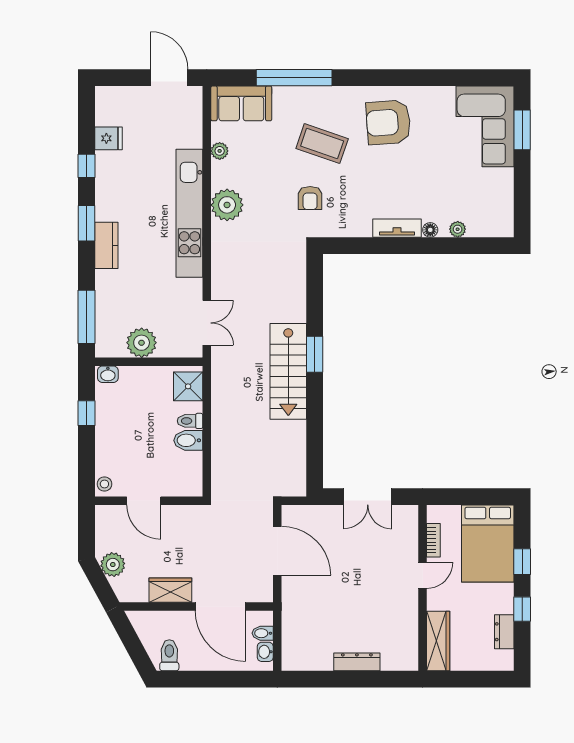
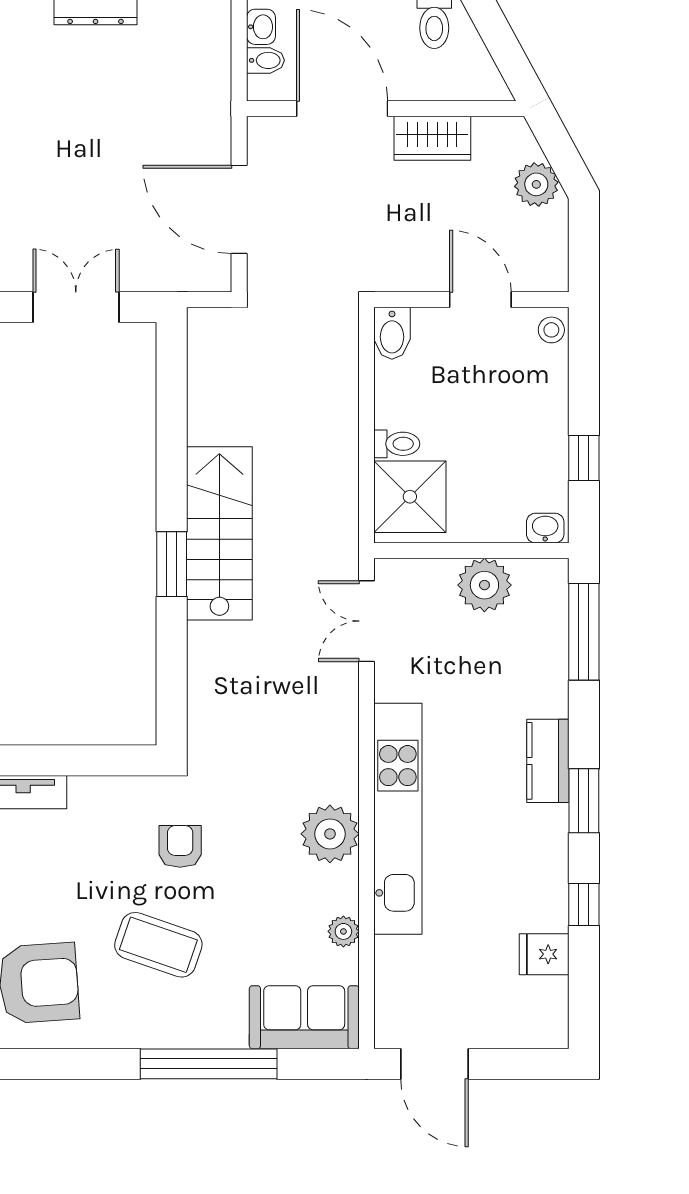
shower: (188, 386) -> (410, 497), width x1.36, depth x1.36
bidet: (188, 440) -> (392, 333), moved, turned 90

